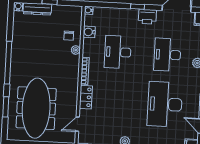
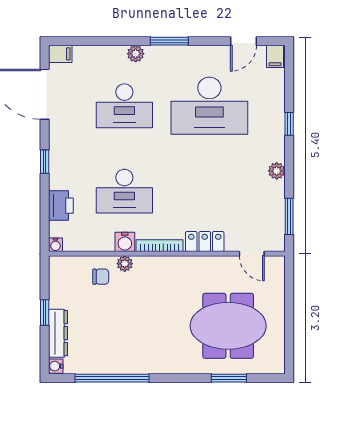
printer: (147, 17) -> (61, 206), moved
water cooler: (89, 32) -> (125, 242), moved
window: (8, 63) -> (112, 378), moved
meeting table: (36, 108) -> (228, 326), width x0.73

